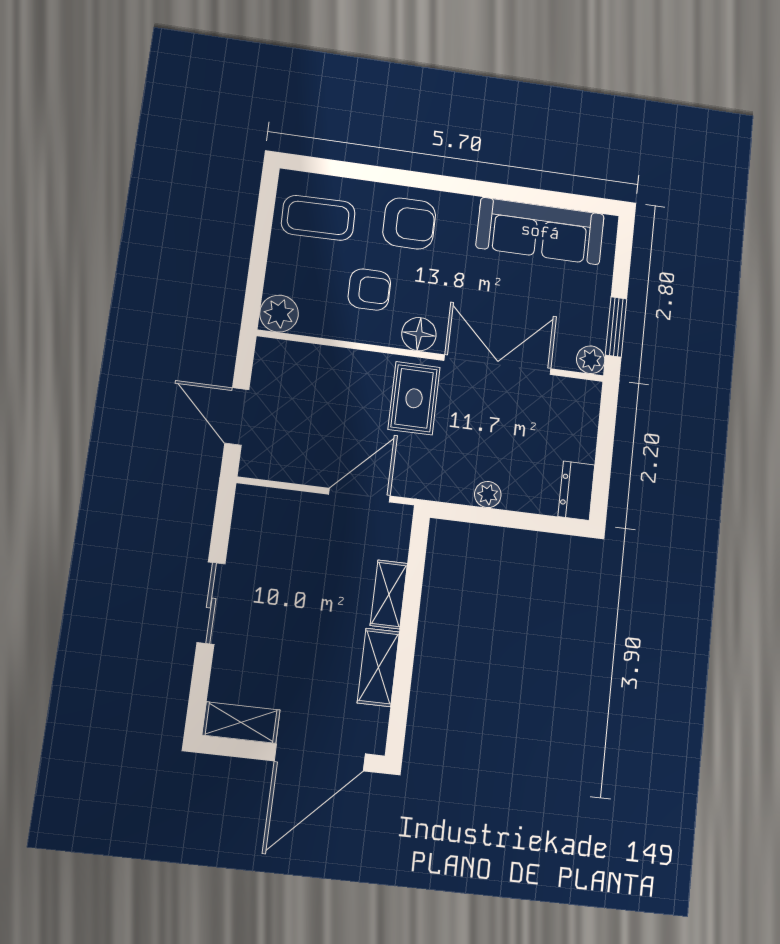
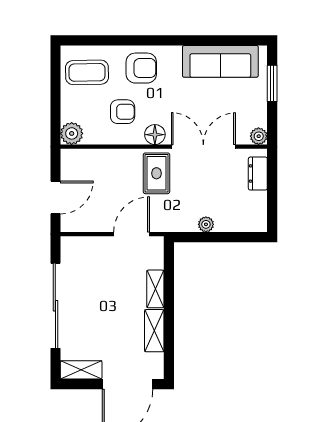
window: (616, 327) -> (272, 83), moved
door: (237, 416) -> (55, 197), swing flipped
dresser: (576, 491) -> (258, 174), moved
sliding door: (211, 603) -> (55, 306), width x1.86

